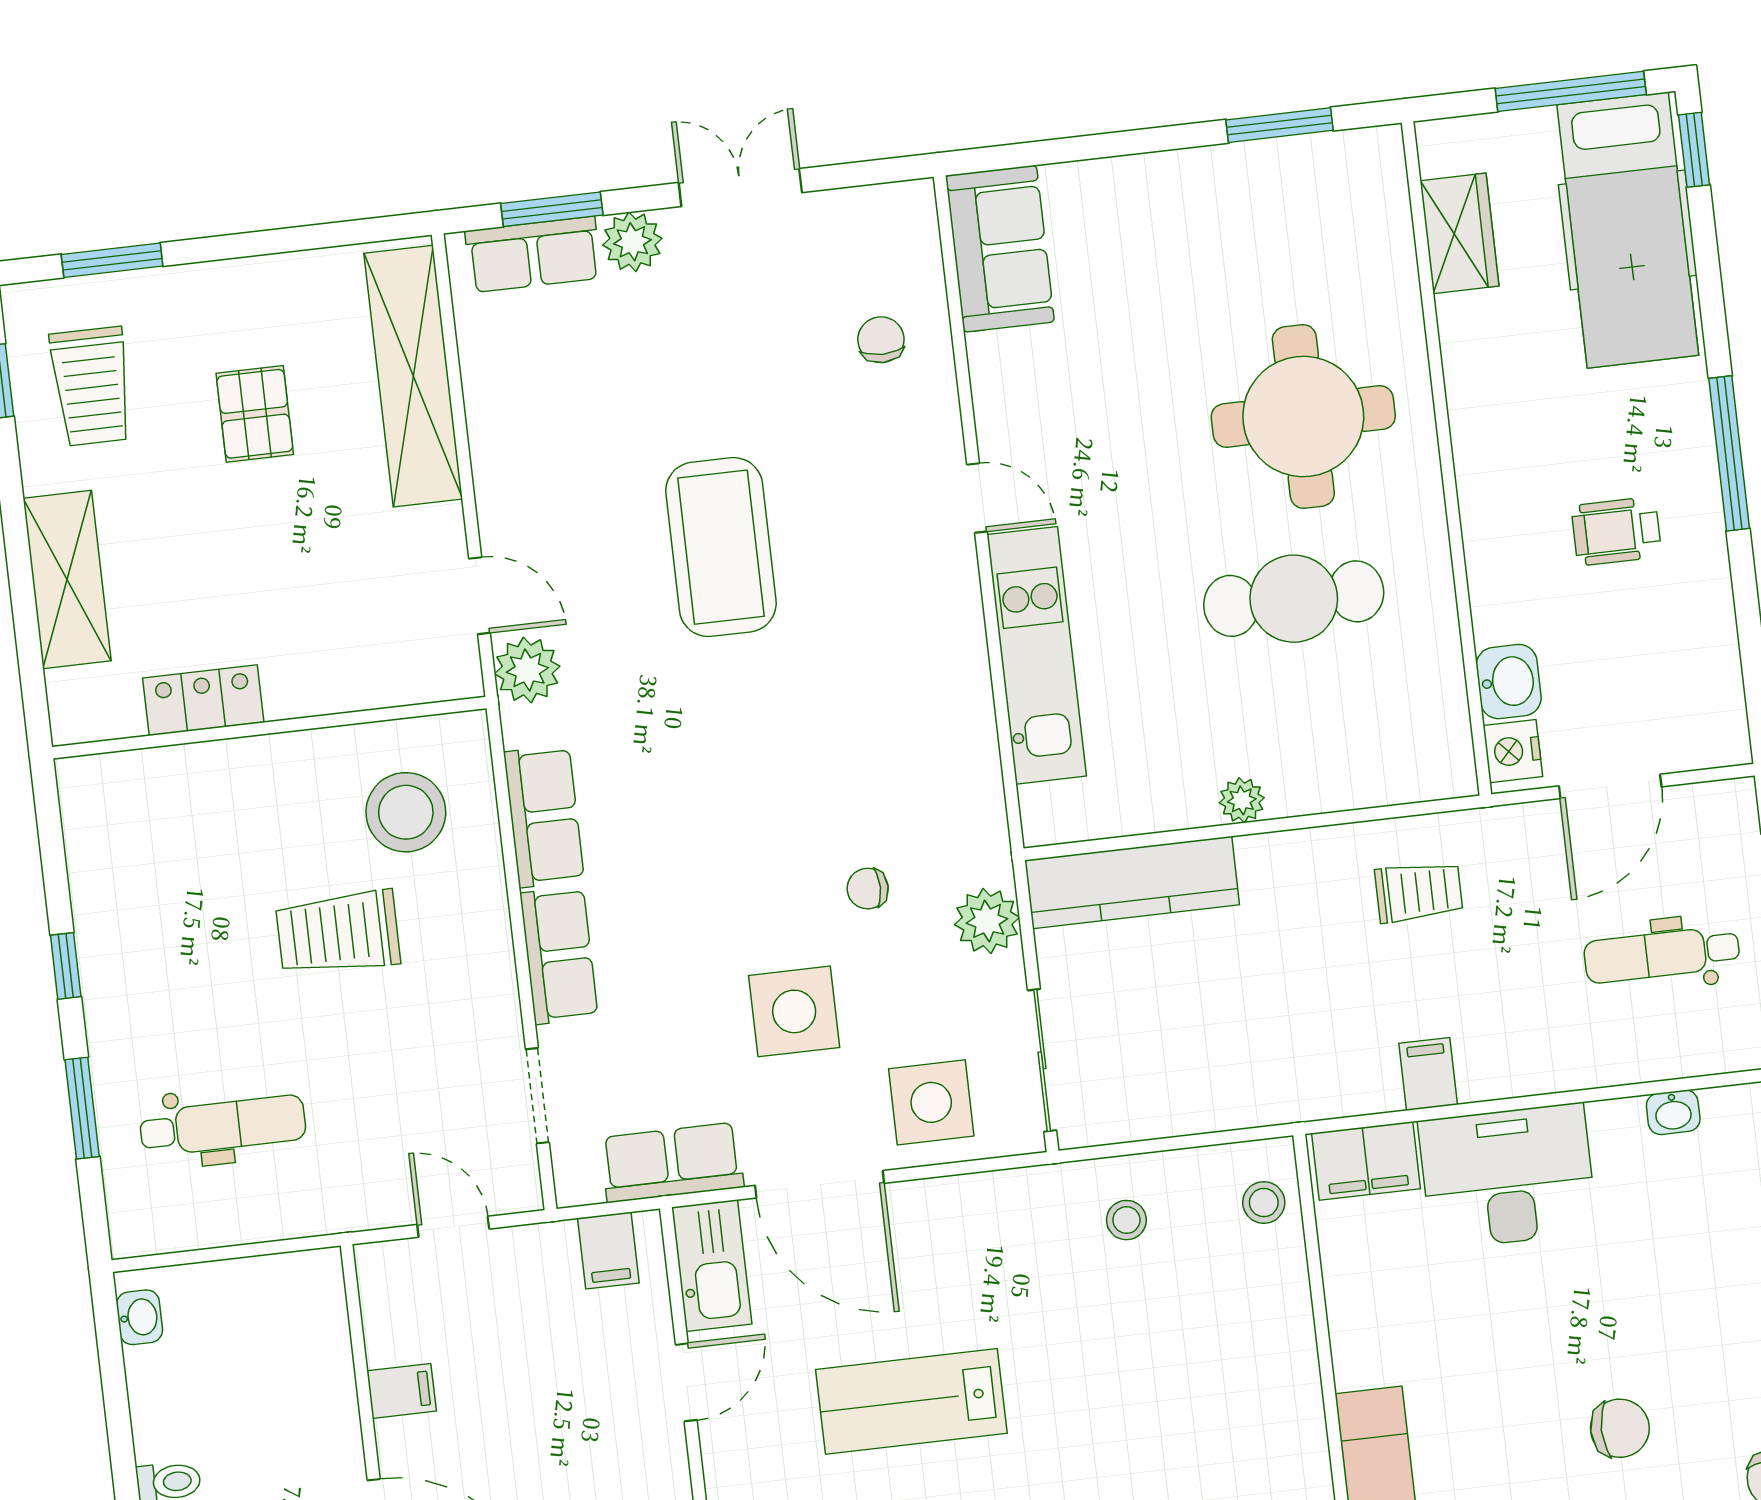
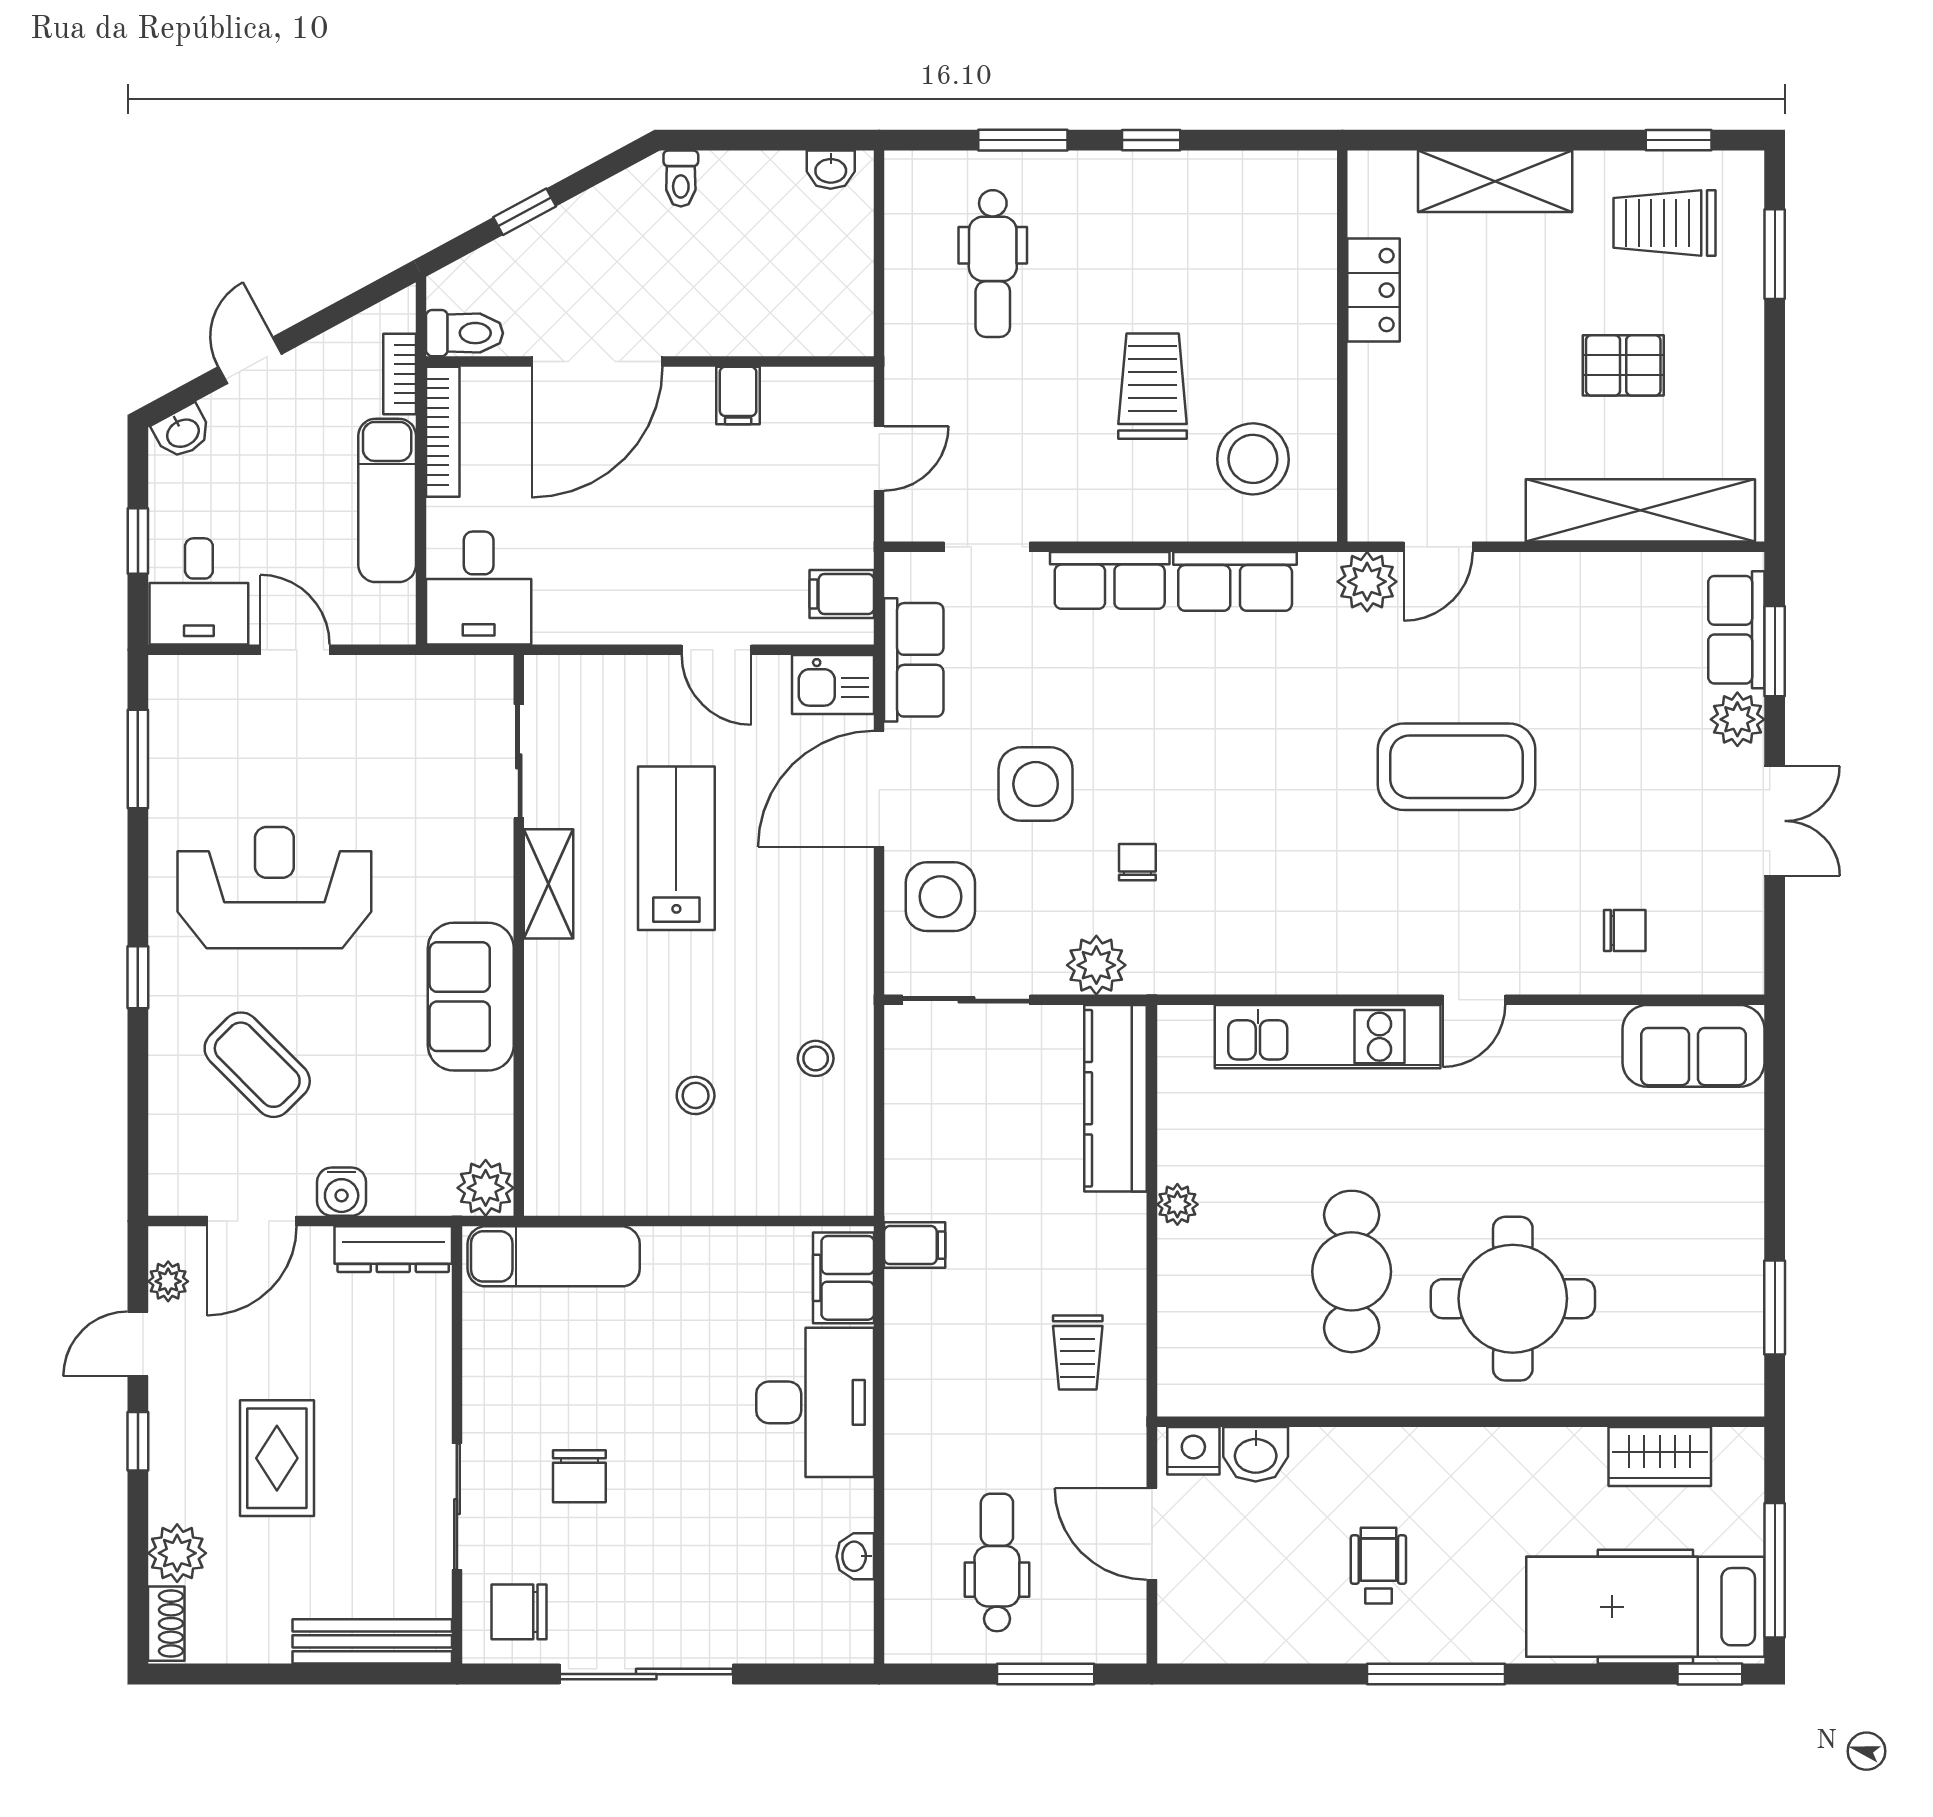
filing cabinet: (1428, 1074) -> (915, 1245), moved
stool: (1264, 1203) -> (696, 1095), moved
kitchen sink: (712, 1266) -> (833, 685), width x0.73

